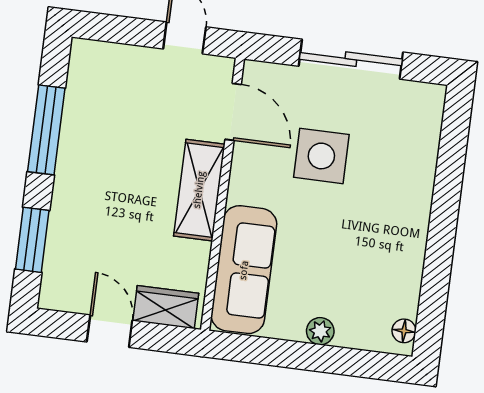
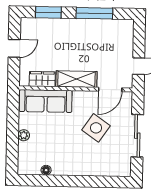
side table: (321, 156) -> (96, 128), turned 35
wardrobe: (166, 307) -> (42, 79), moved, turned -90
floor lamp: (404, 331) -> (46, 170), moved

